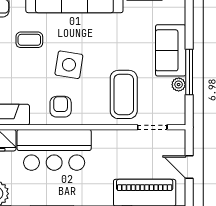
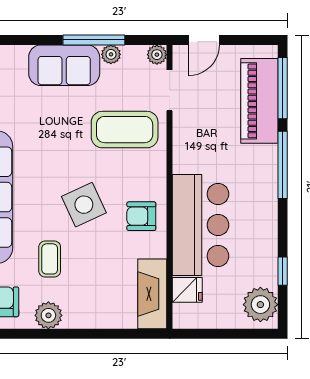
side table: (69, 65) -> (84, 205), turned -34
plant: (178, 118) -> (157, 55), added
door: (189, 167) -> (204, 40), moved

